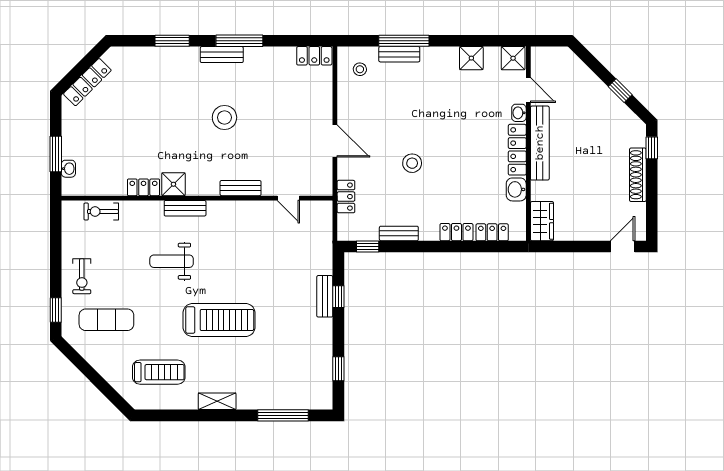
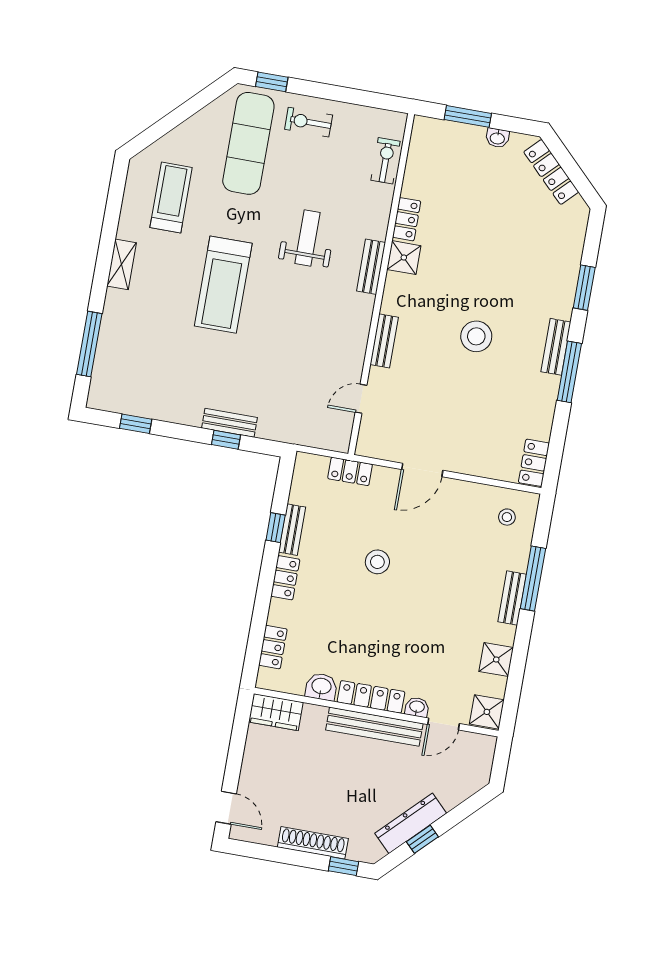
bench: (399, 54) -> (512, 598), moved
dresser: (610, 102) -> (411, 823), added
washbasin: (68, 169) -> (497, 138), moved
locker: (456, 232) -> (285, 578), moved
window: (368, 246) -> (276, 528), moved
exercise mat: (106, 320) -> (248, 143), width x1.36, depth x1.45
treadmill: (159, 372) -> (171, 197), turned 180

